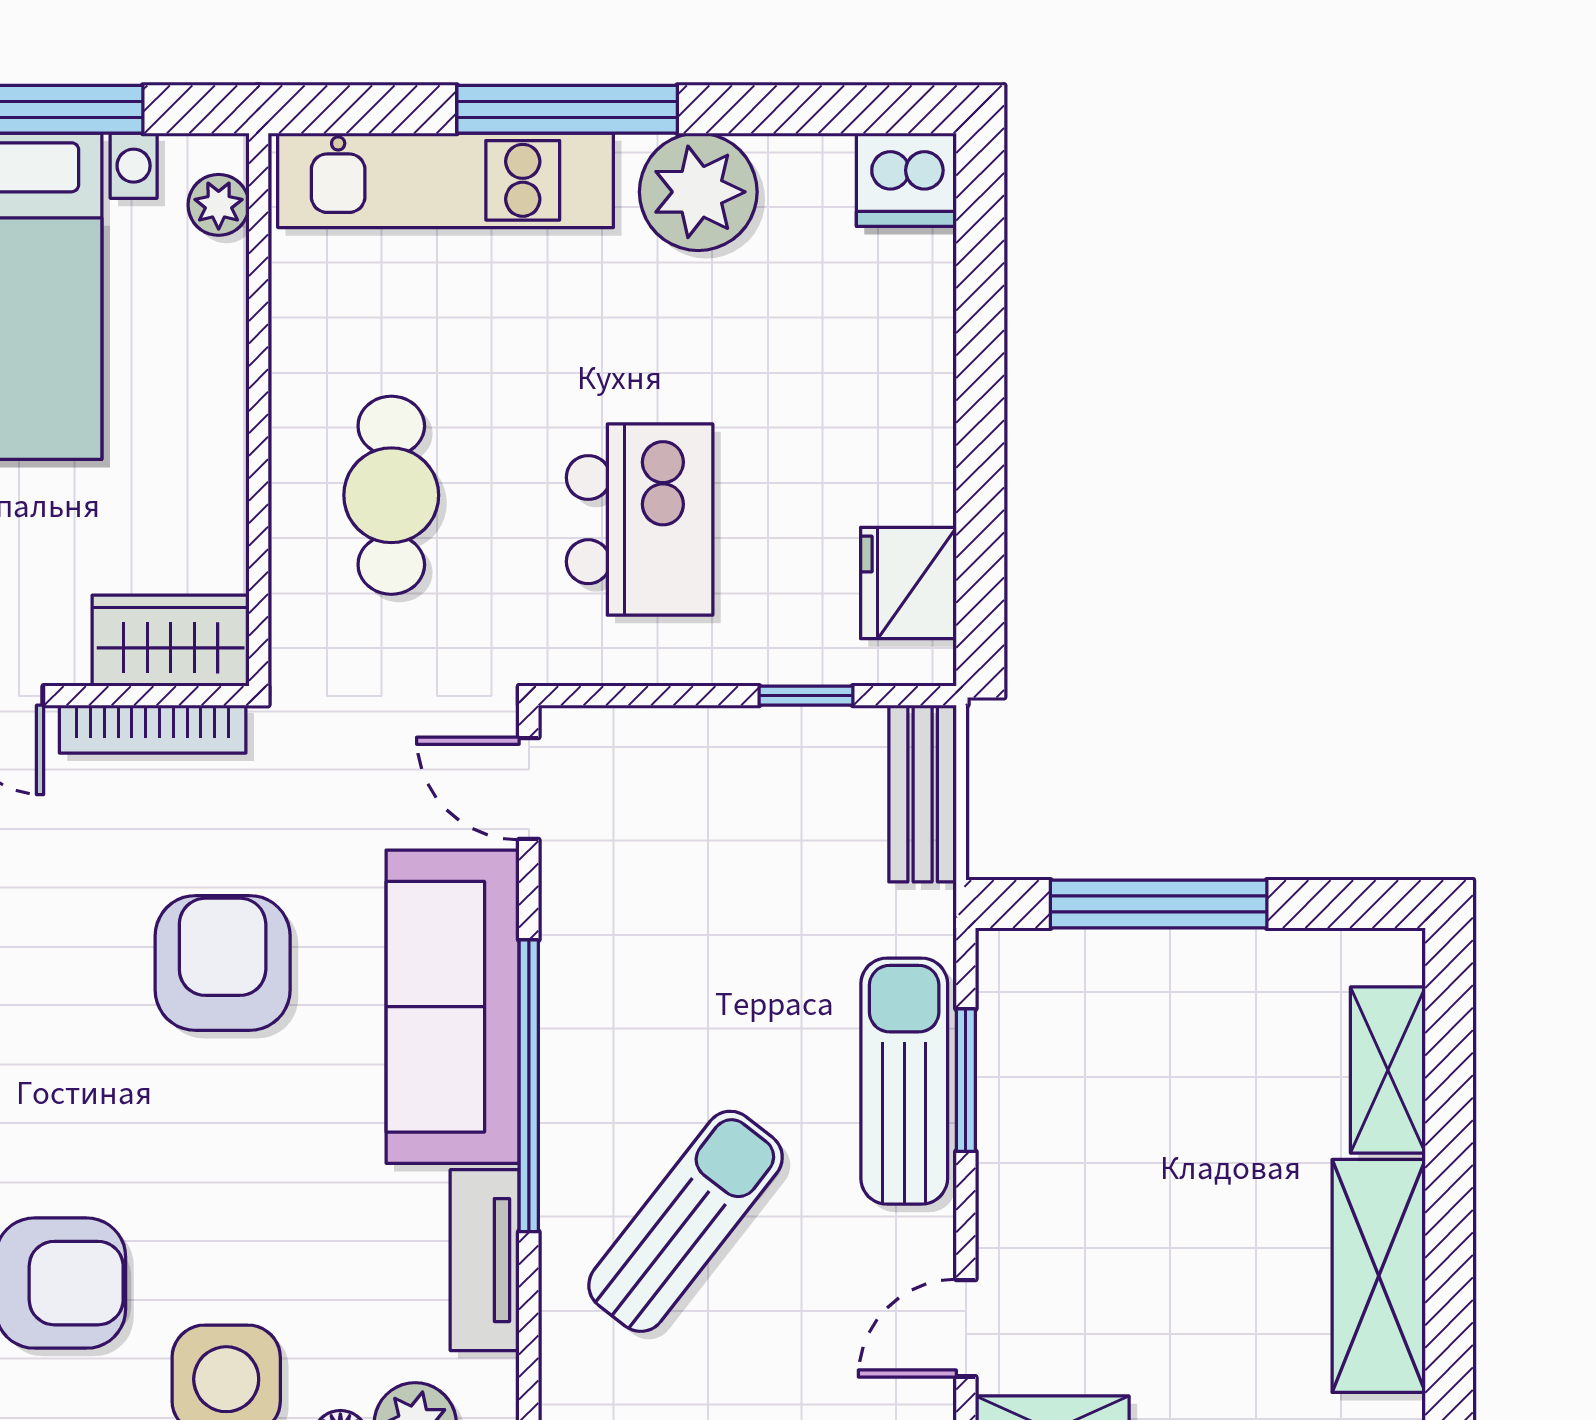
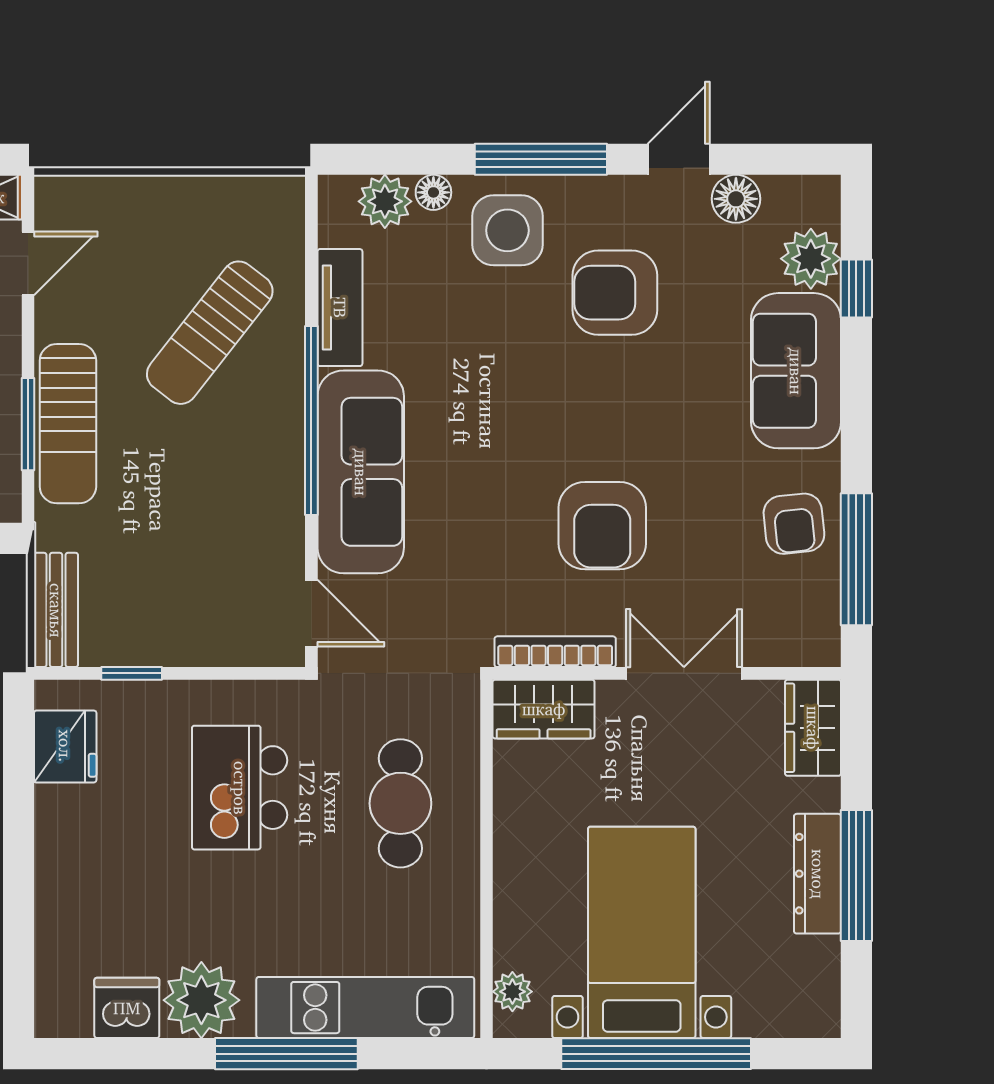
dishwasher: (906, 180) -> (127, 1008), moved
armchair: (223, 963) -> (602, 526), moved

